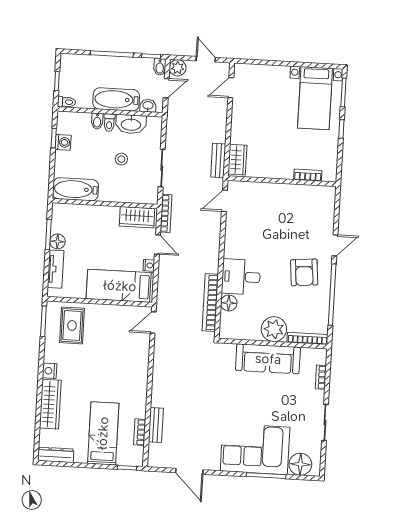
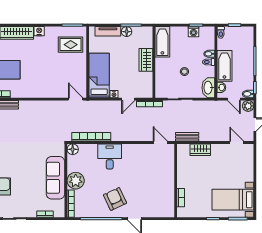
washbasin: (131, 124) -> (208, 88), moved
wardrobe: (237, 160) -> (200, 150), moved
wardrobe: (137, 217) -> (146, 60), moved
armchair: (304, 272) -> (115, 199), turned 70
floor lamp: (229, 303) -> (73, 149), moved

